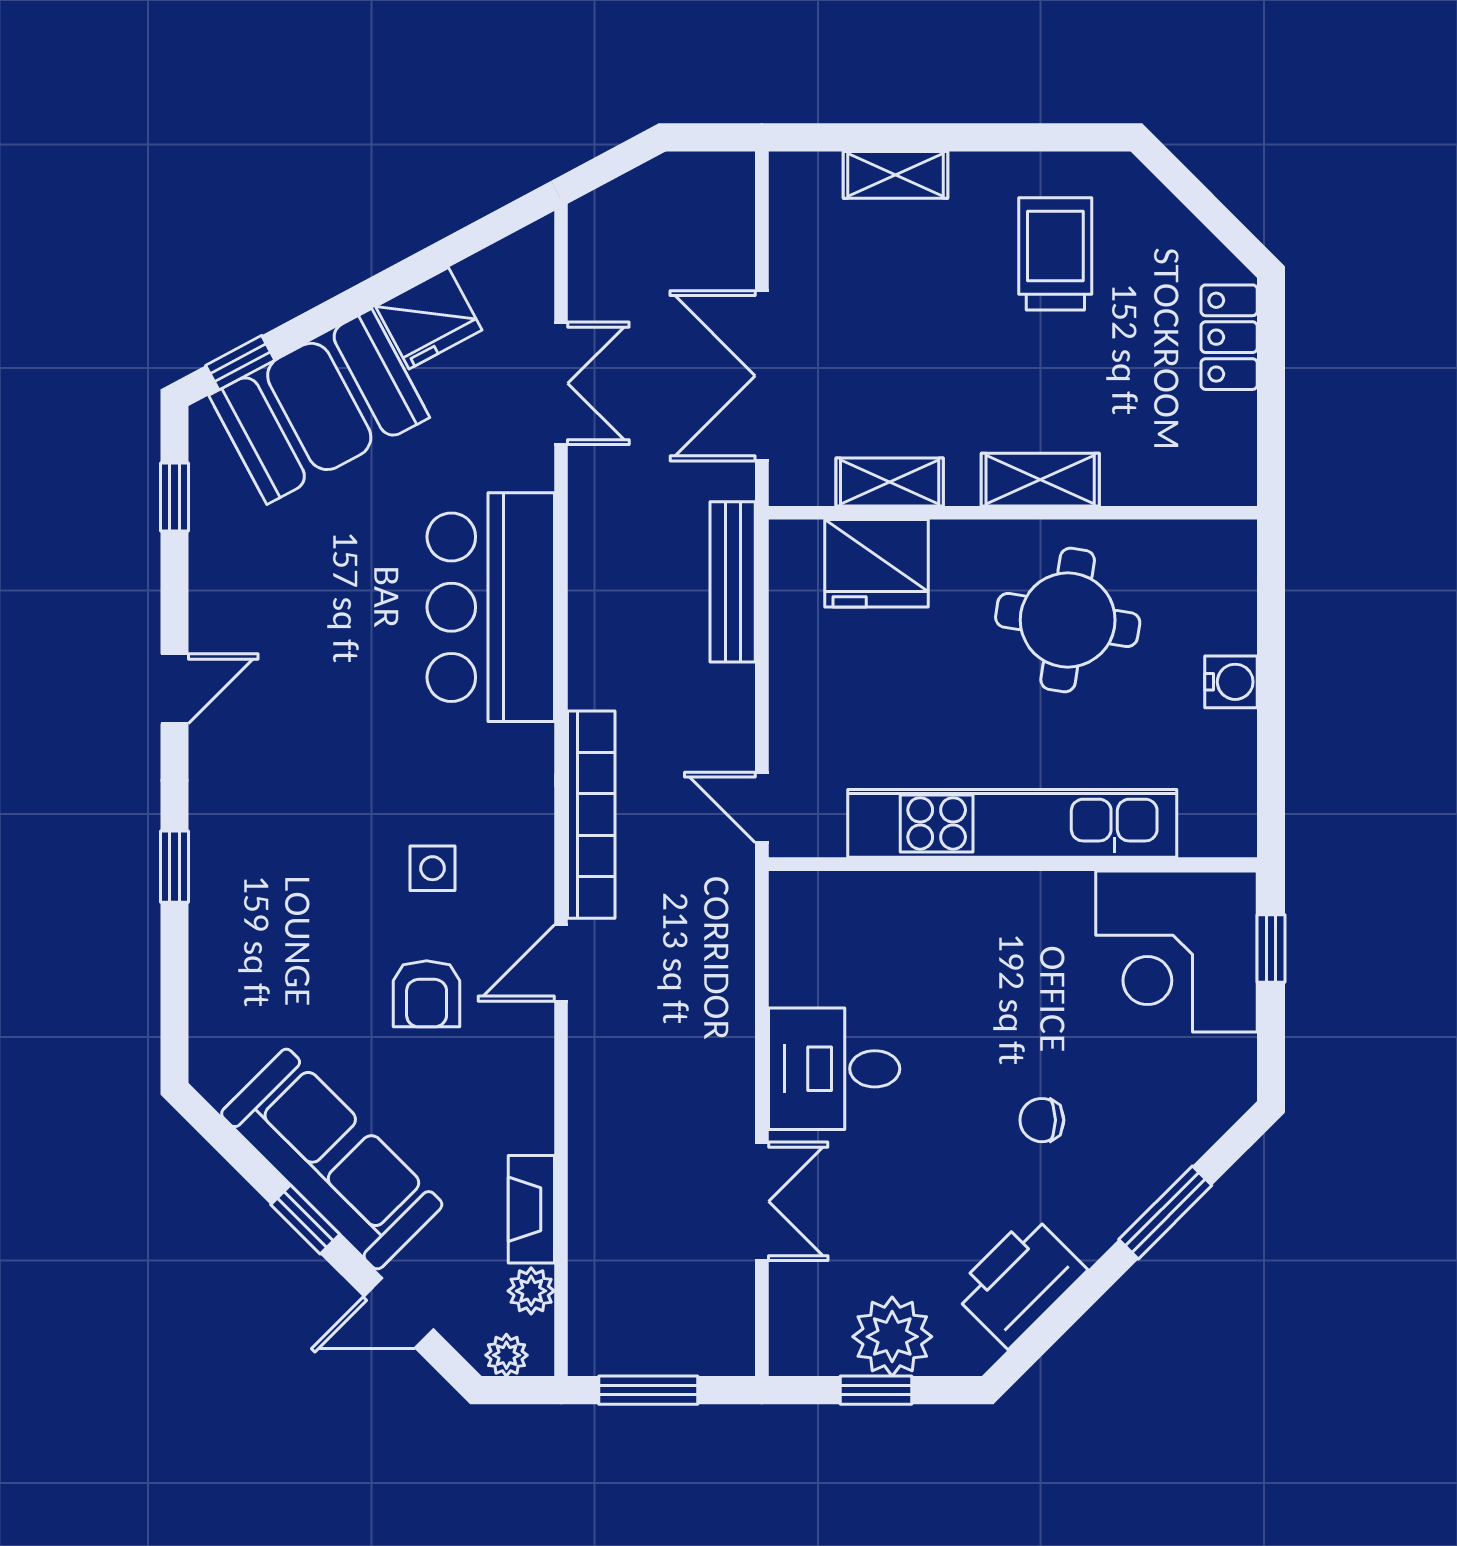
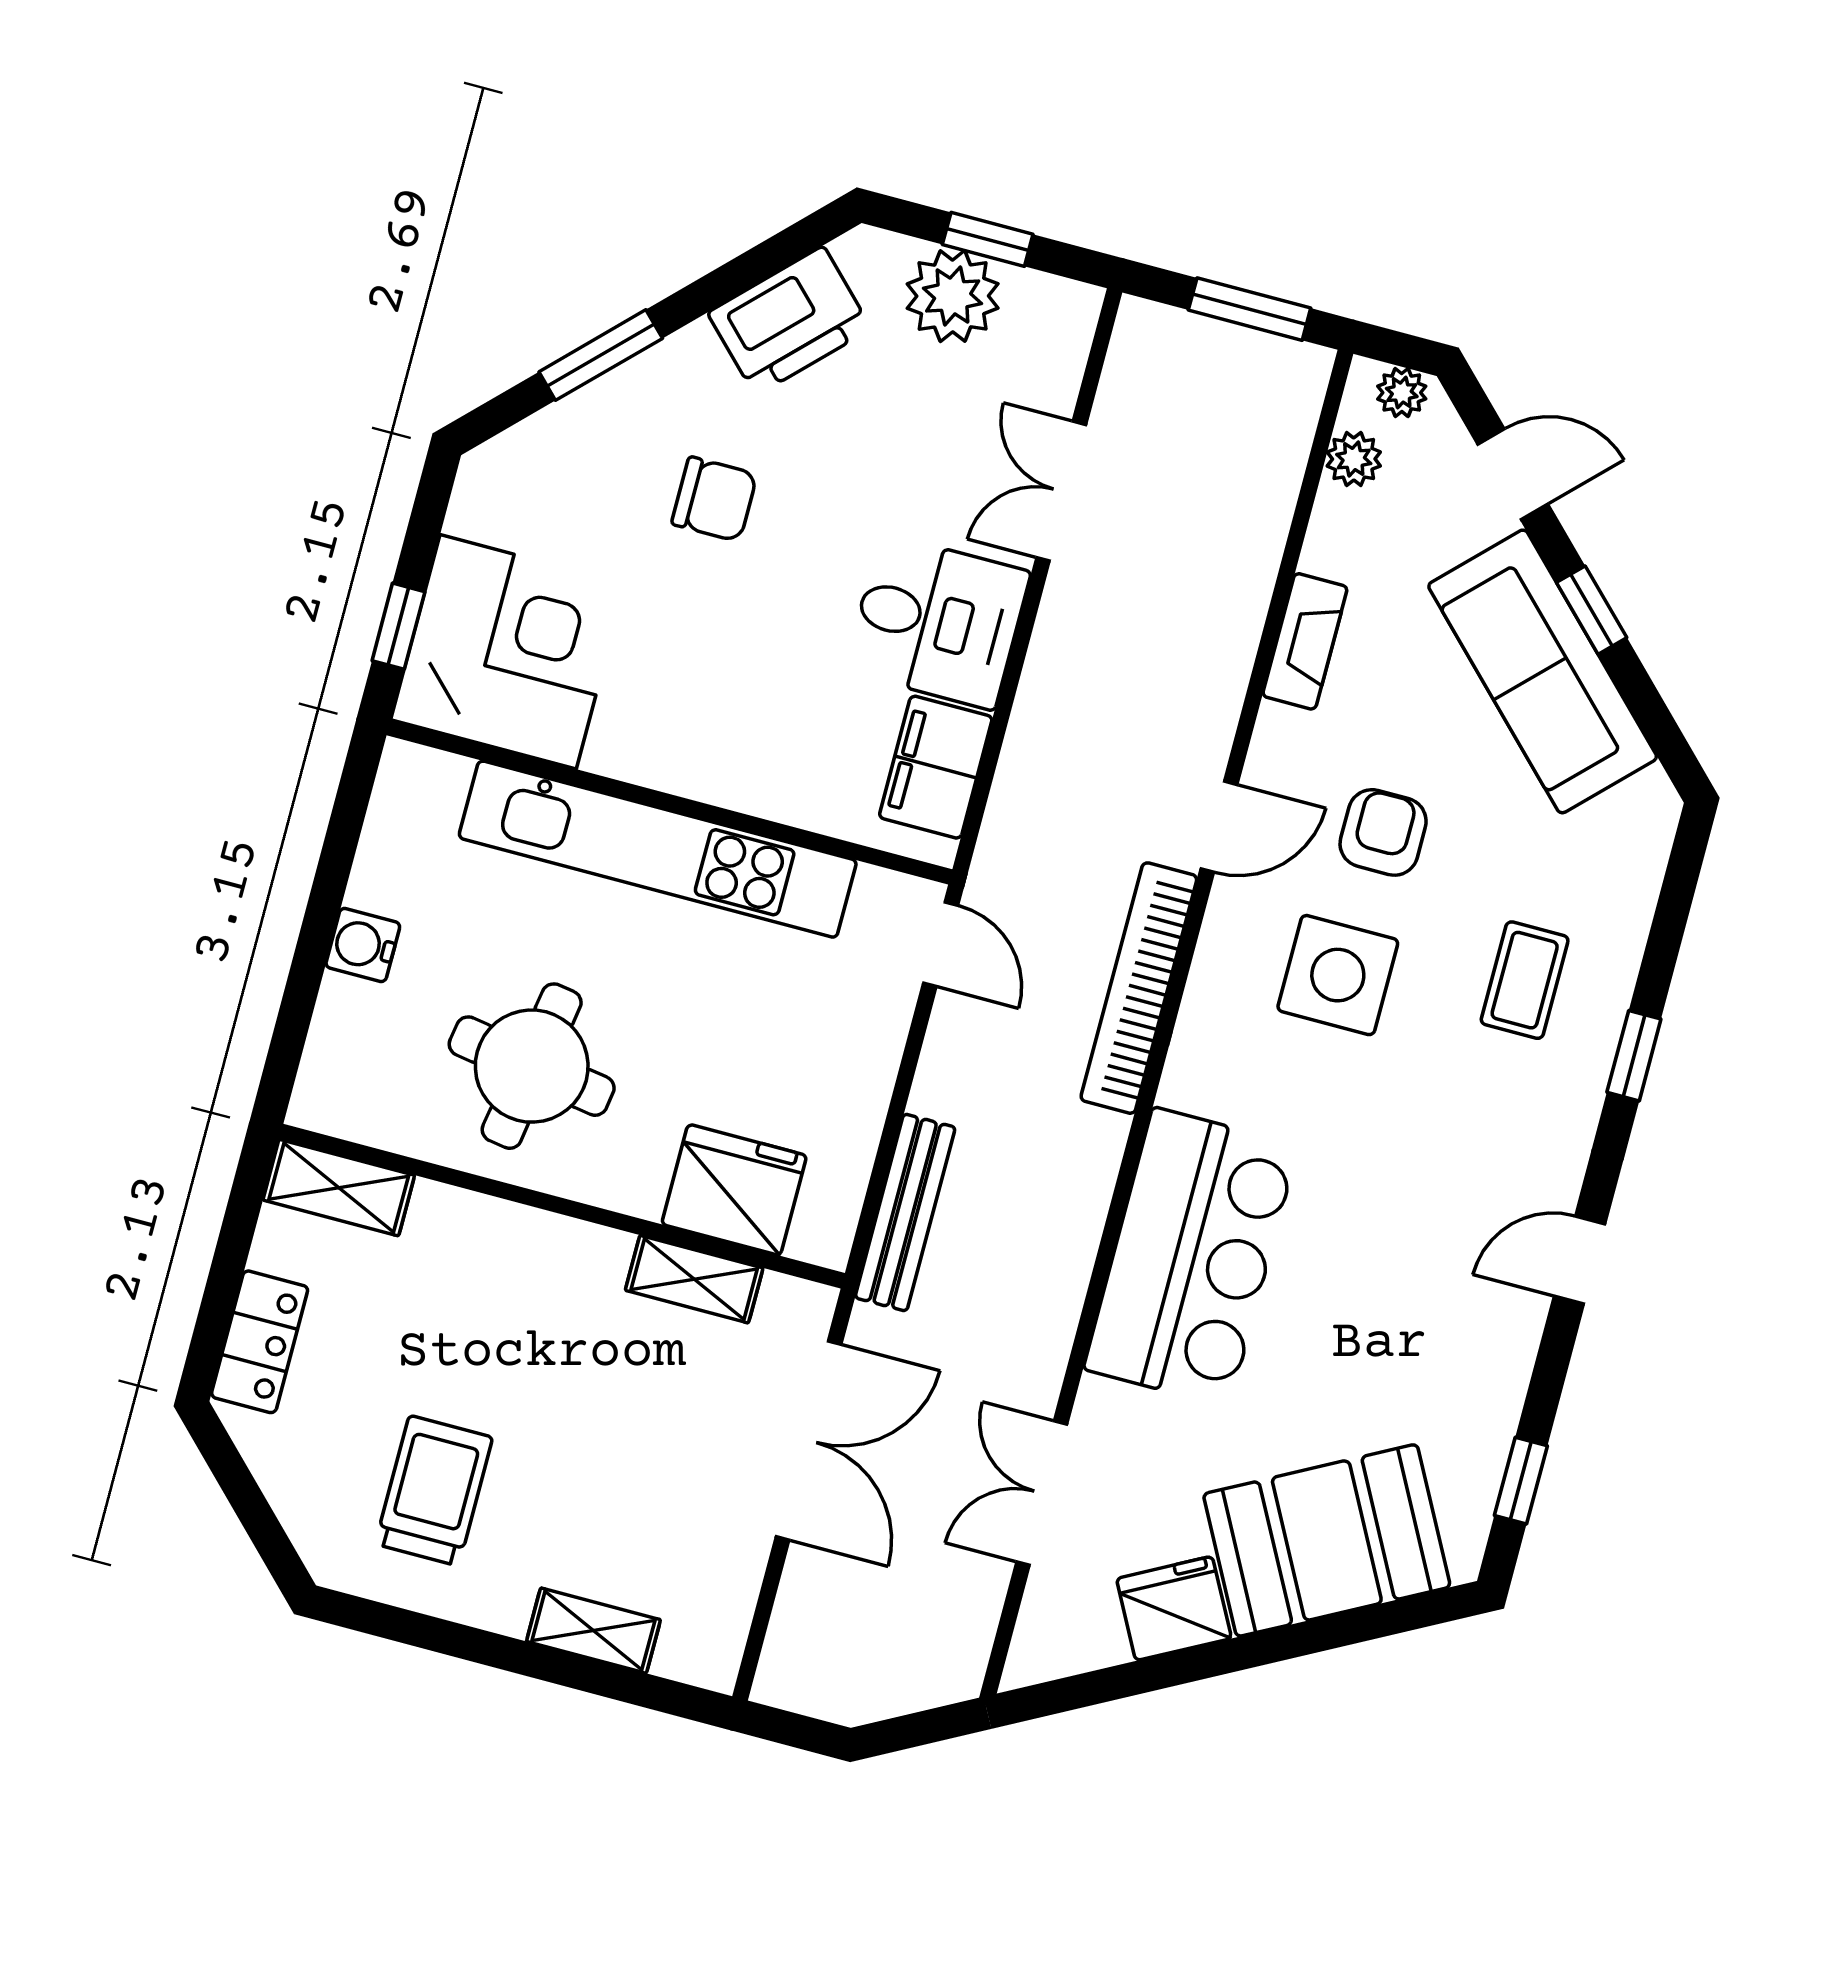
trolley: (1055, 254) -> (434, 1491), turned 180
window: (240, 363) -> (1404, 1615), removed
shelving: (1040, 480) -> (339, 1188), moved
side table: (432, 868) -> (1338, 975), width x1.87, depth x1.87
coffee table: (280, 904) -> (1525, 980), added
filing cabinet: (804, 950) -> (936, 767), added
chair: (1042, 1120) -> (714, 499), width x1.37, depth x1.37
fireplace: (531, 1209) -> (1305, 641), moved

